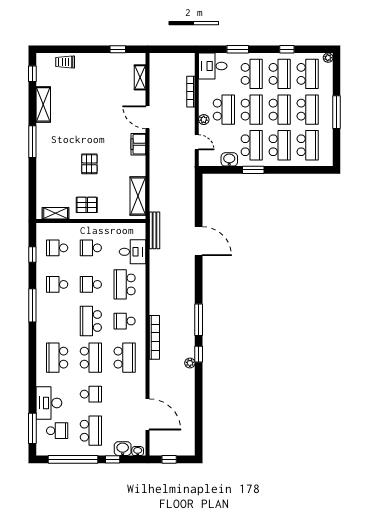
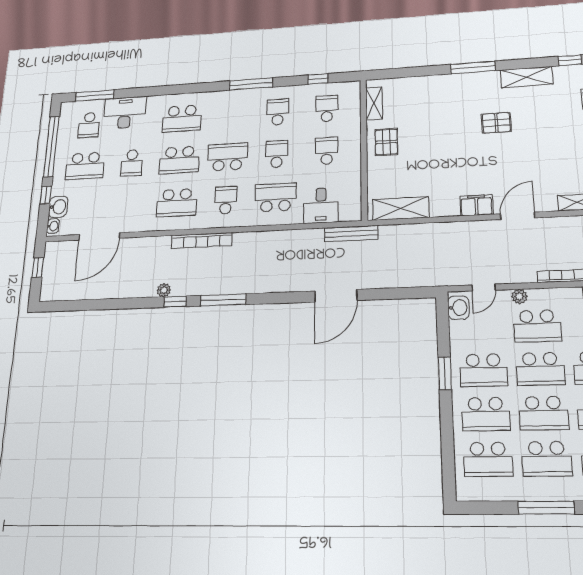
washbasin: (229, 159) -> (458, 308), moved
pallet: (89, 164) -> (496, 123), moved
school desk: (57, 358) -> (182, 119), turned 180

